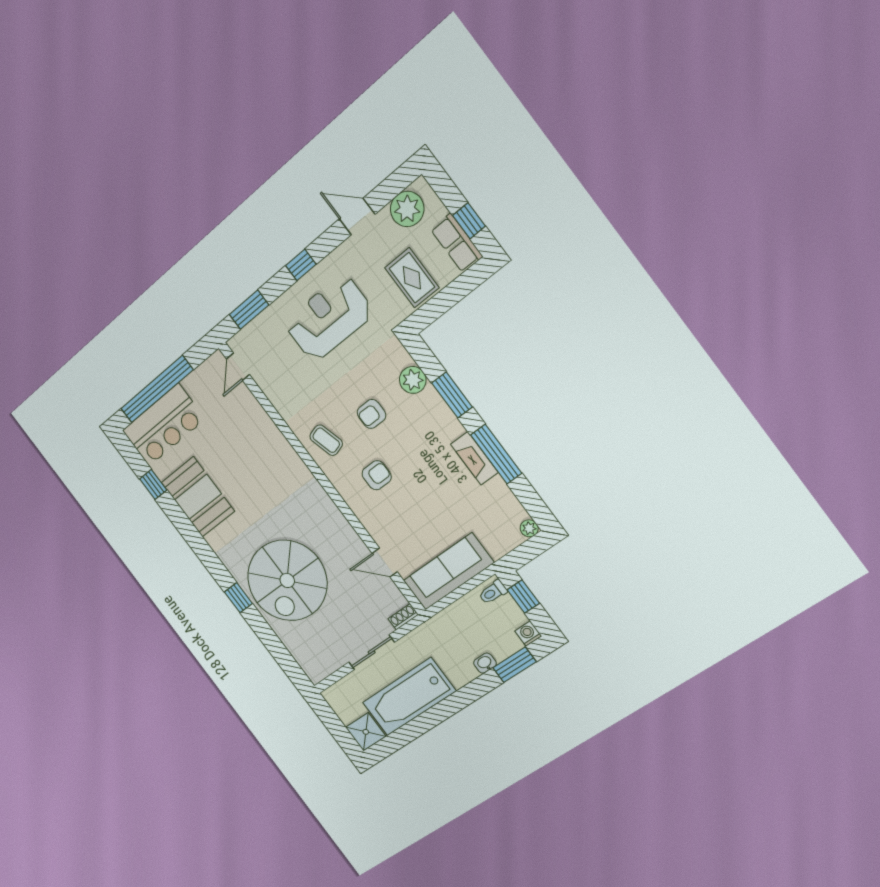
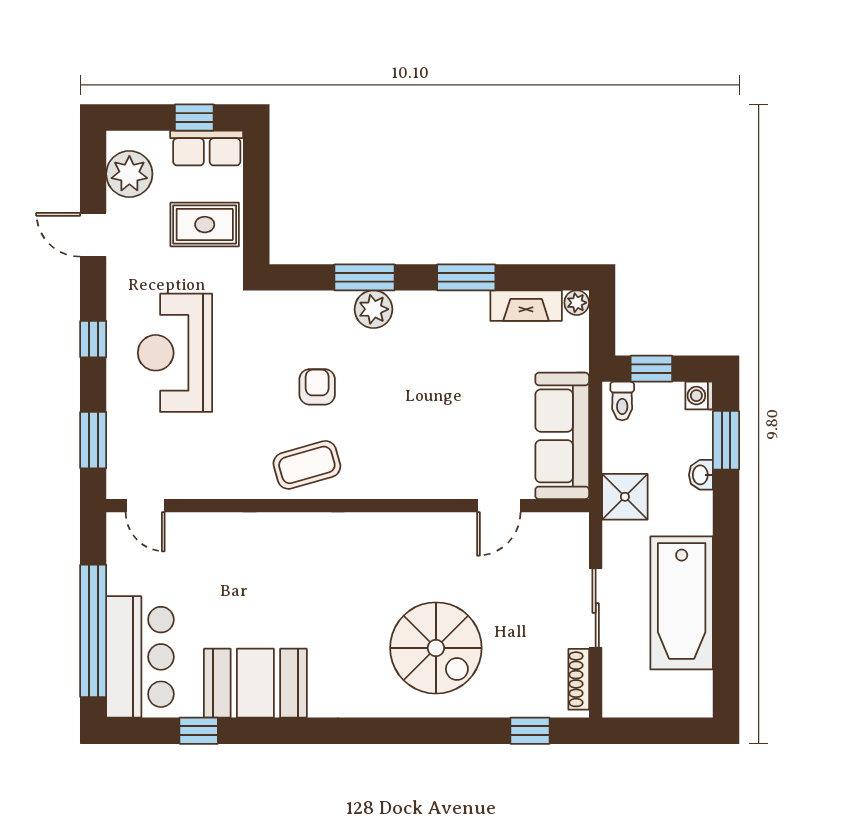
door: (357, 217) -> (93, 235), hinge flipped
plant: (413, 380) -> (373, 309), moved
armchair: (371, 414) -> (317, 387), turned 180
coffee table: (326, 440) -> (307, 465), width x1.36, depth x1.30
window: (496, 454) -> (466, 277), width x0.69
fireplace: (474, 458) -> (526, 306), moved
armchair: (377, 475) -> (391, 435), removed
spiral stairs: (287, 580) -> (436, 648), width x0.73, depth x0.73
window: (238, 598) -> (530, 731), moved
shoe rack: (403, 617) -> (579, 679), moved, width x1.43
shower: (366, 732) -> (625, 497), moved

